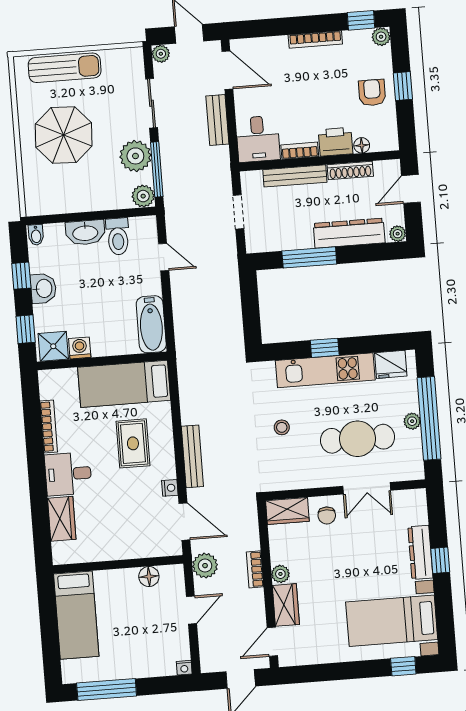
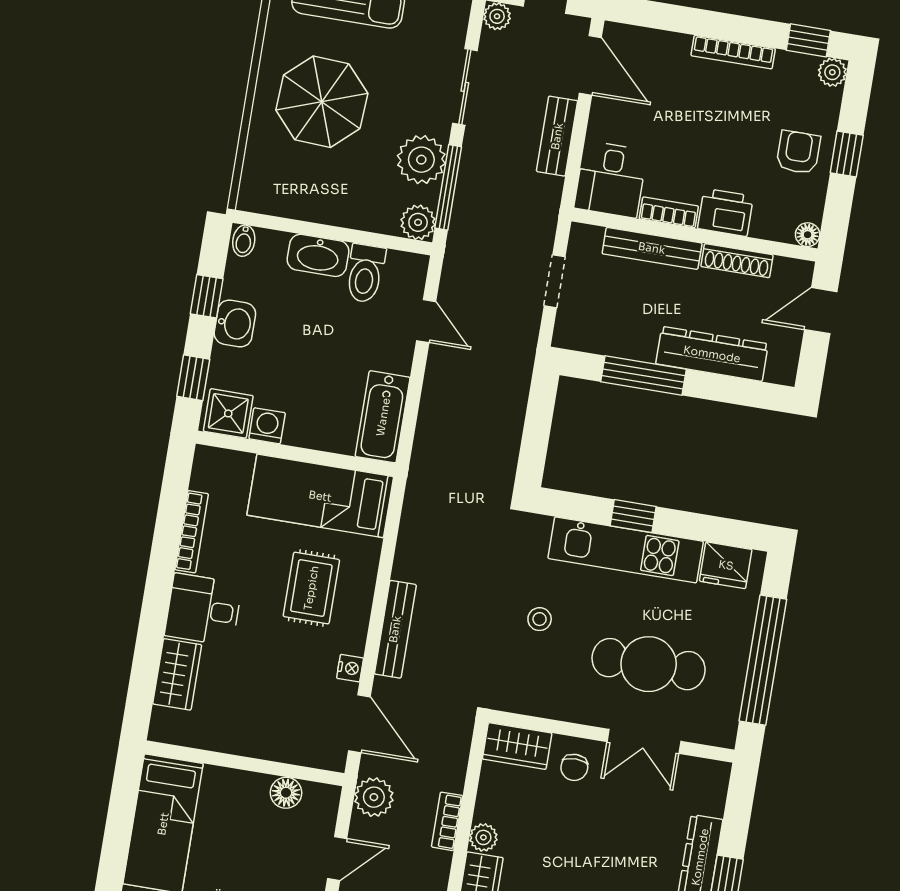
floor lamp: (362, 145) -> (808, 235), moved
plant: (398, 234) -> (784, 373), removed
plant: (412, 421) -> (737, 658), removed

